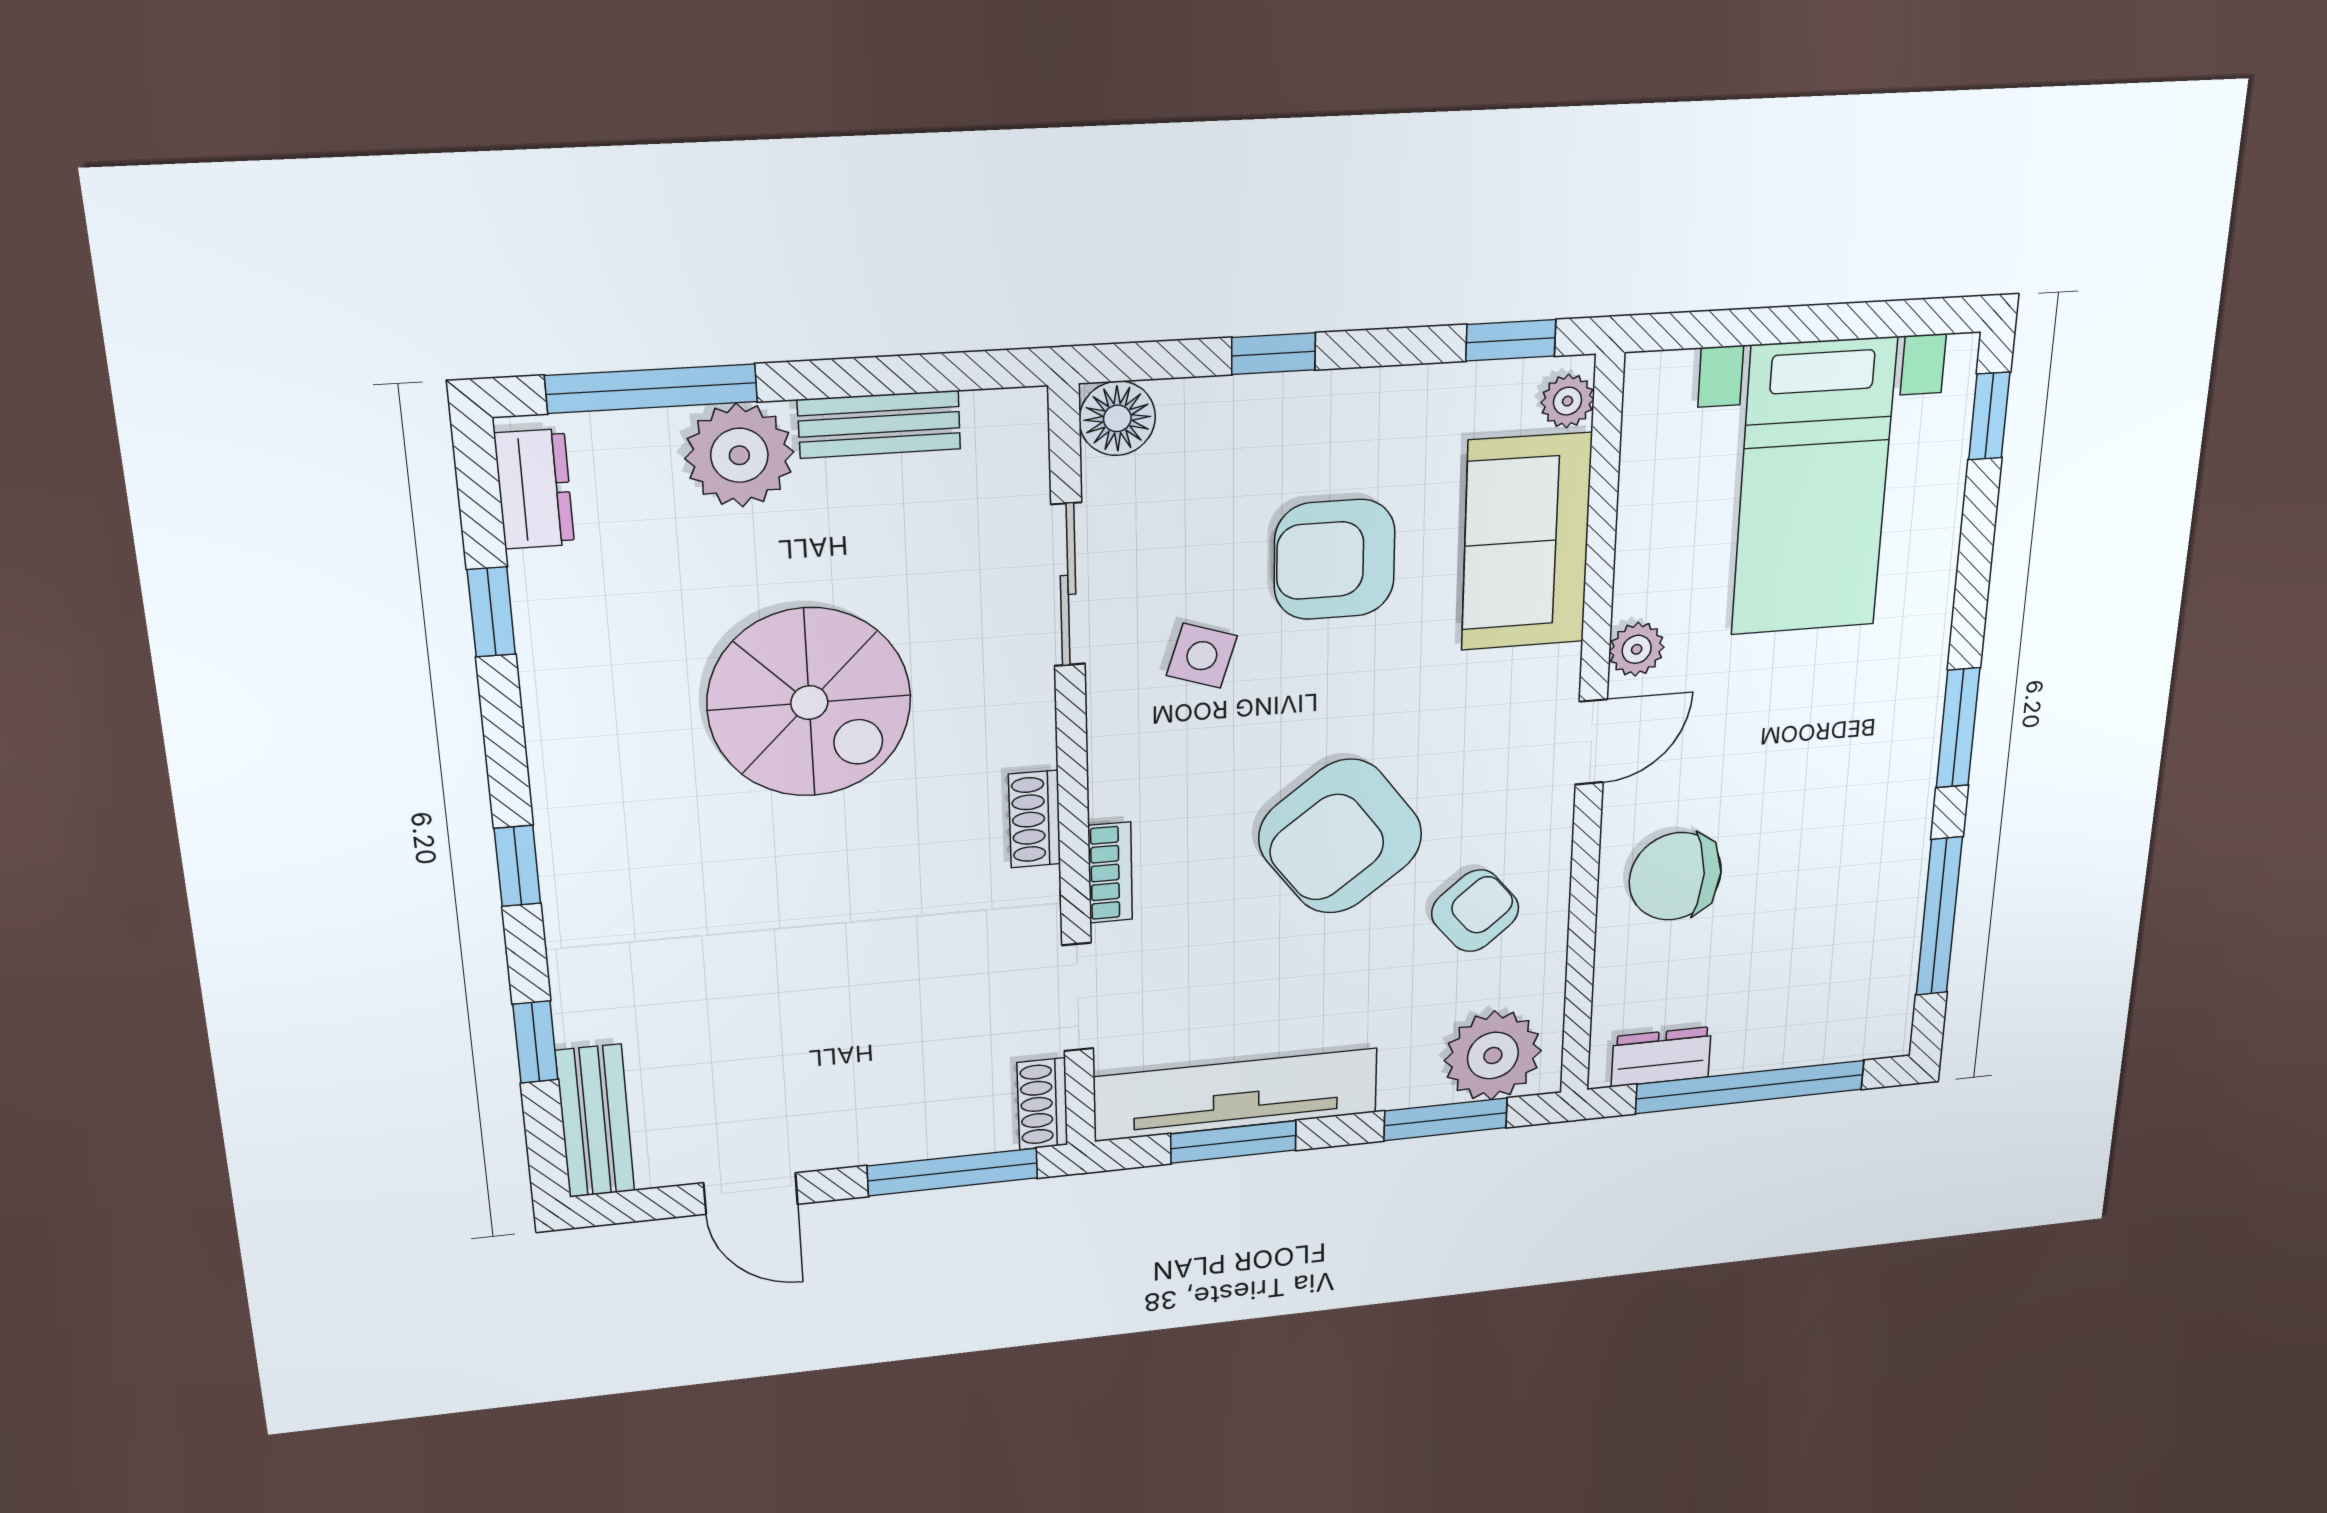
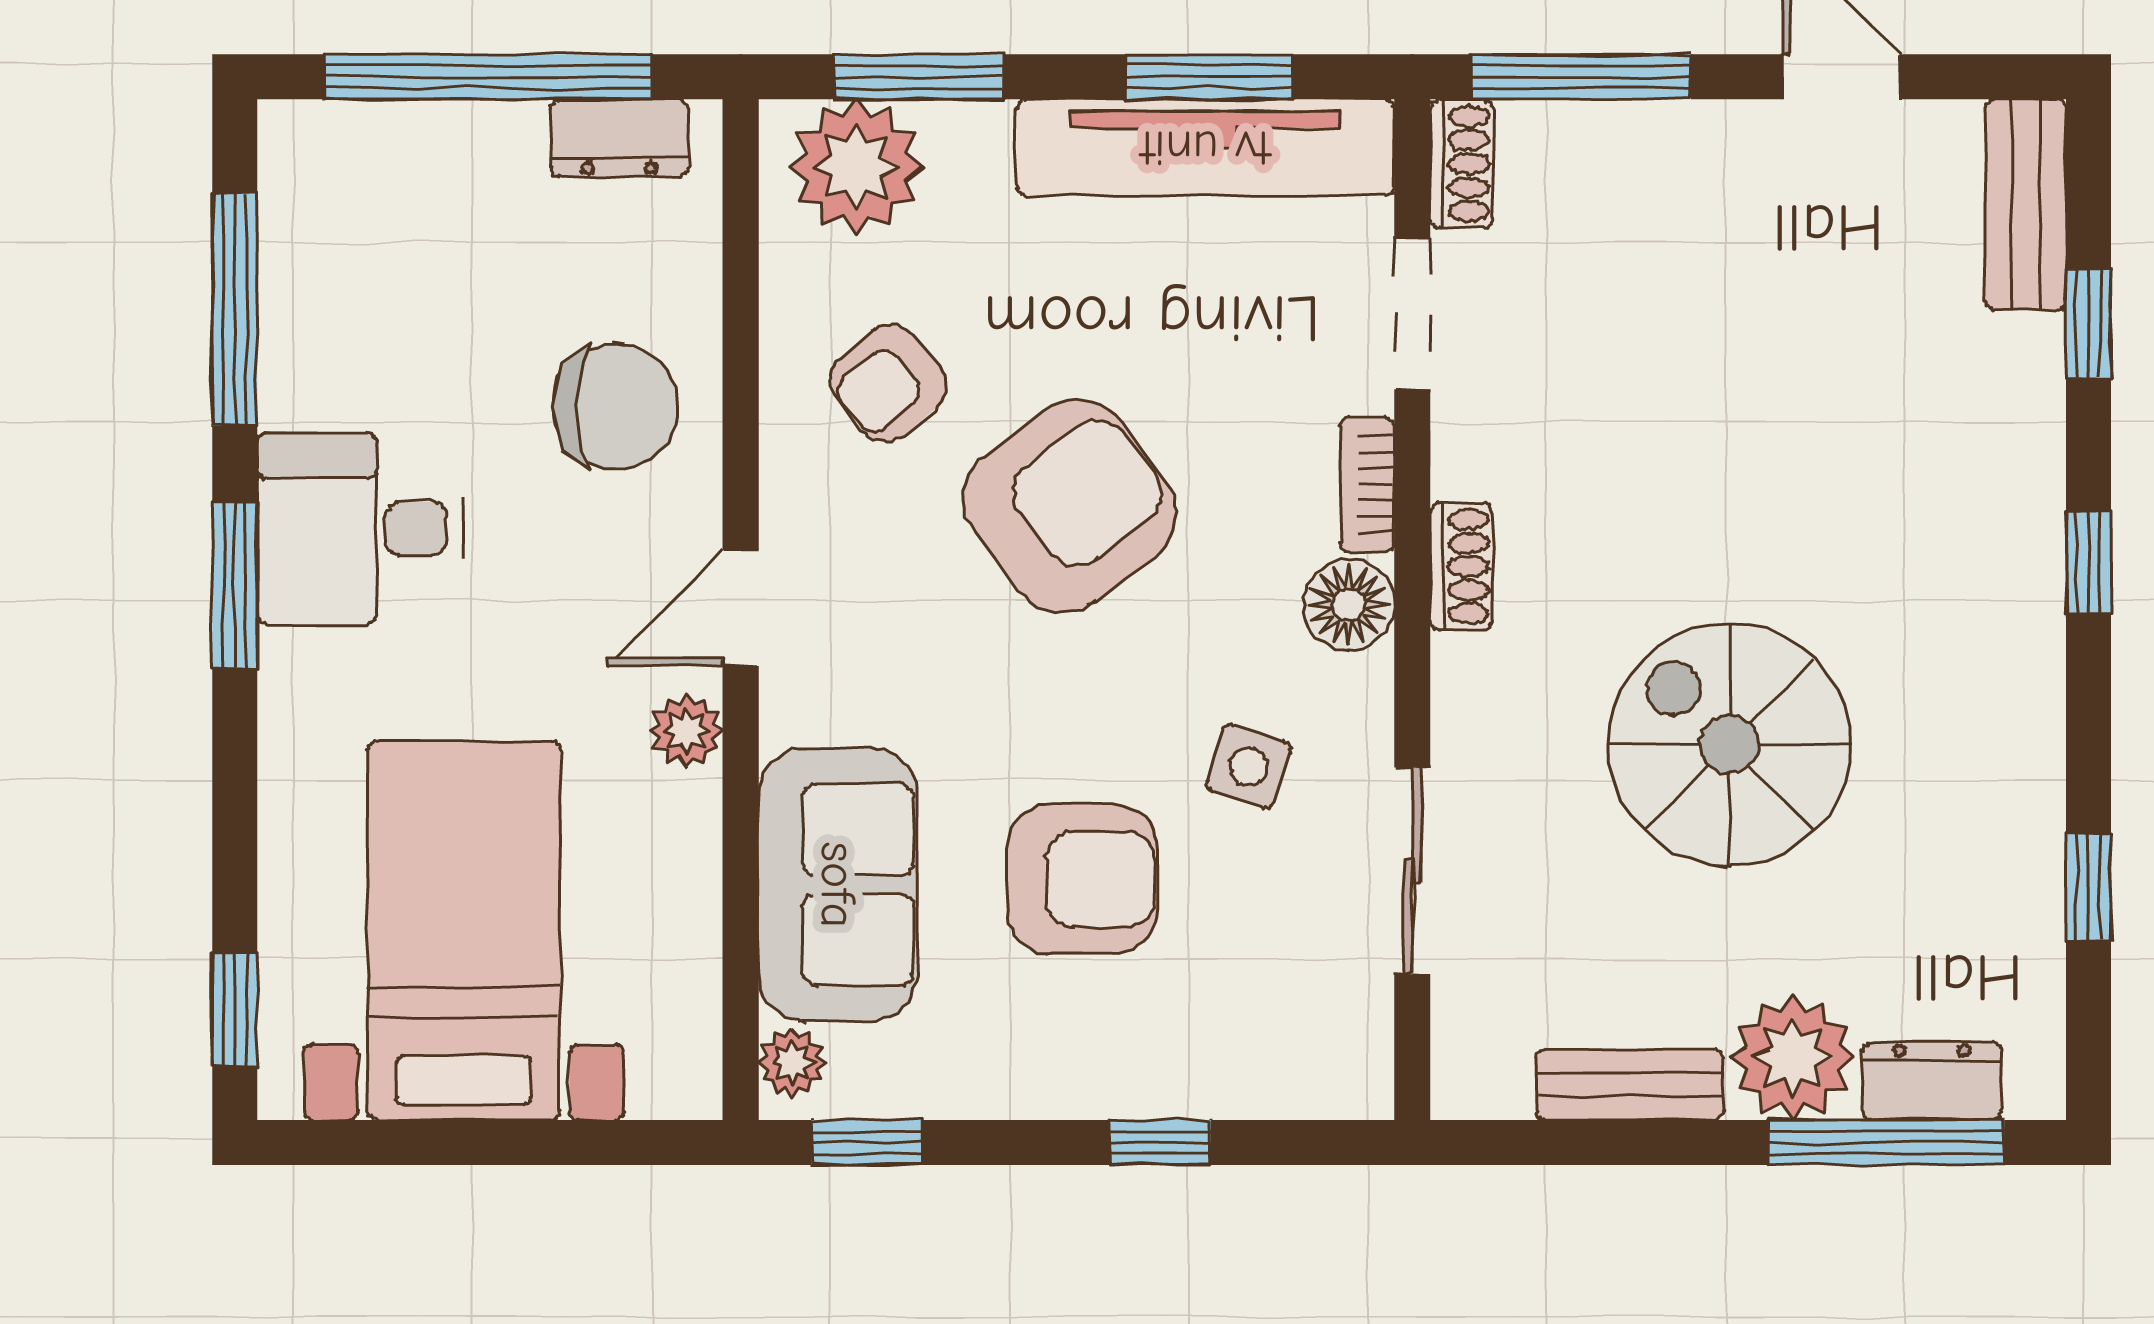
floor lamp: (1117, 418) -> (1349, 605), moved
dresser: (534, 489) -> (1932, 1081), moved, turned 90
desk: (1865, 775) -> (360, 528), added

